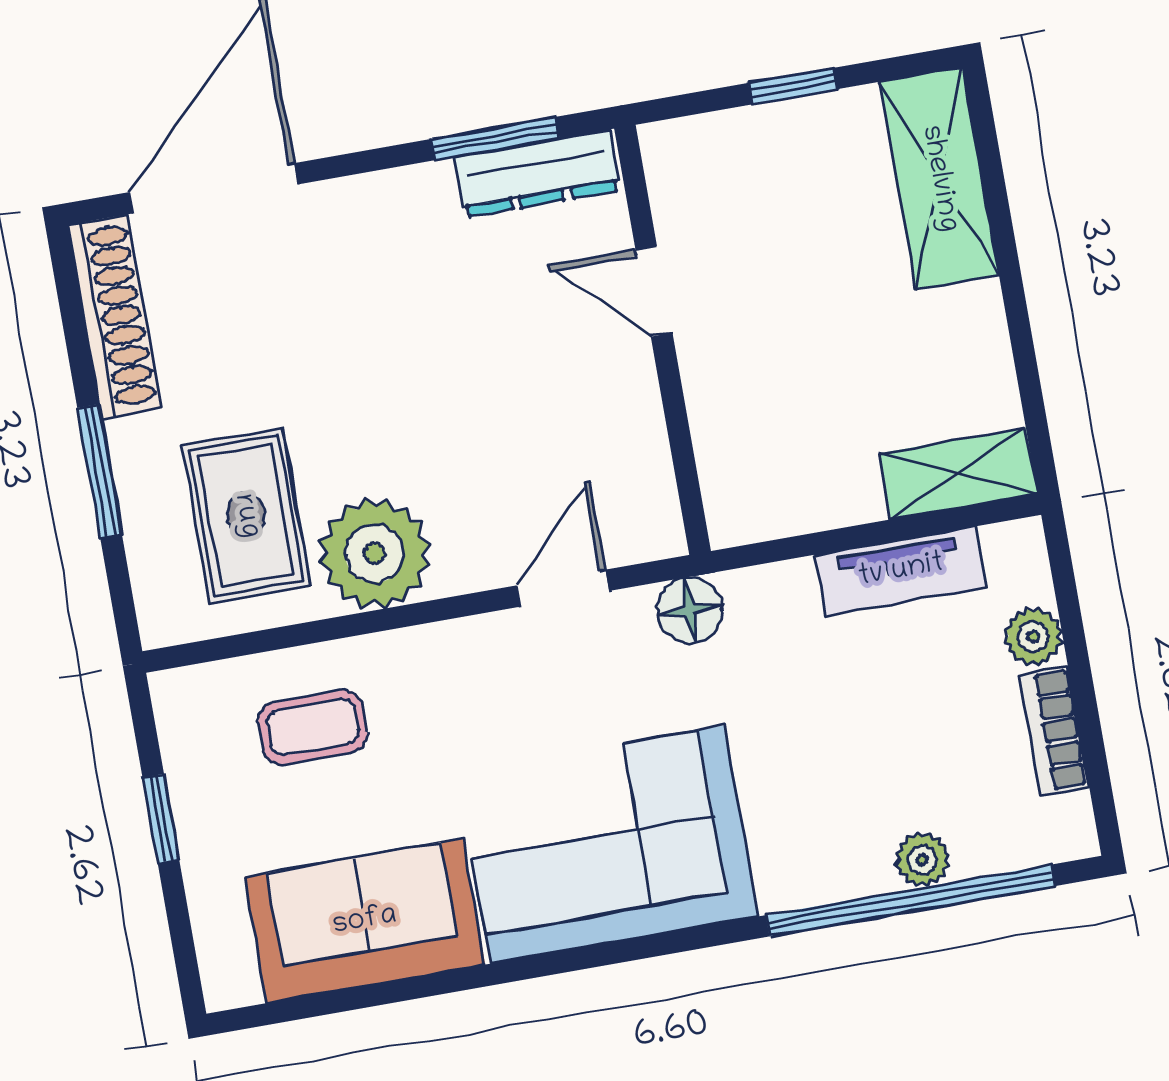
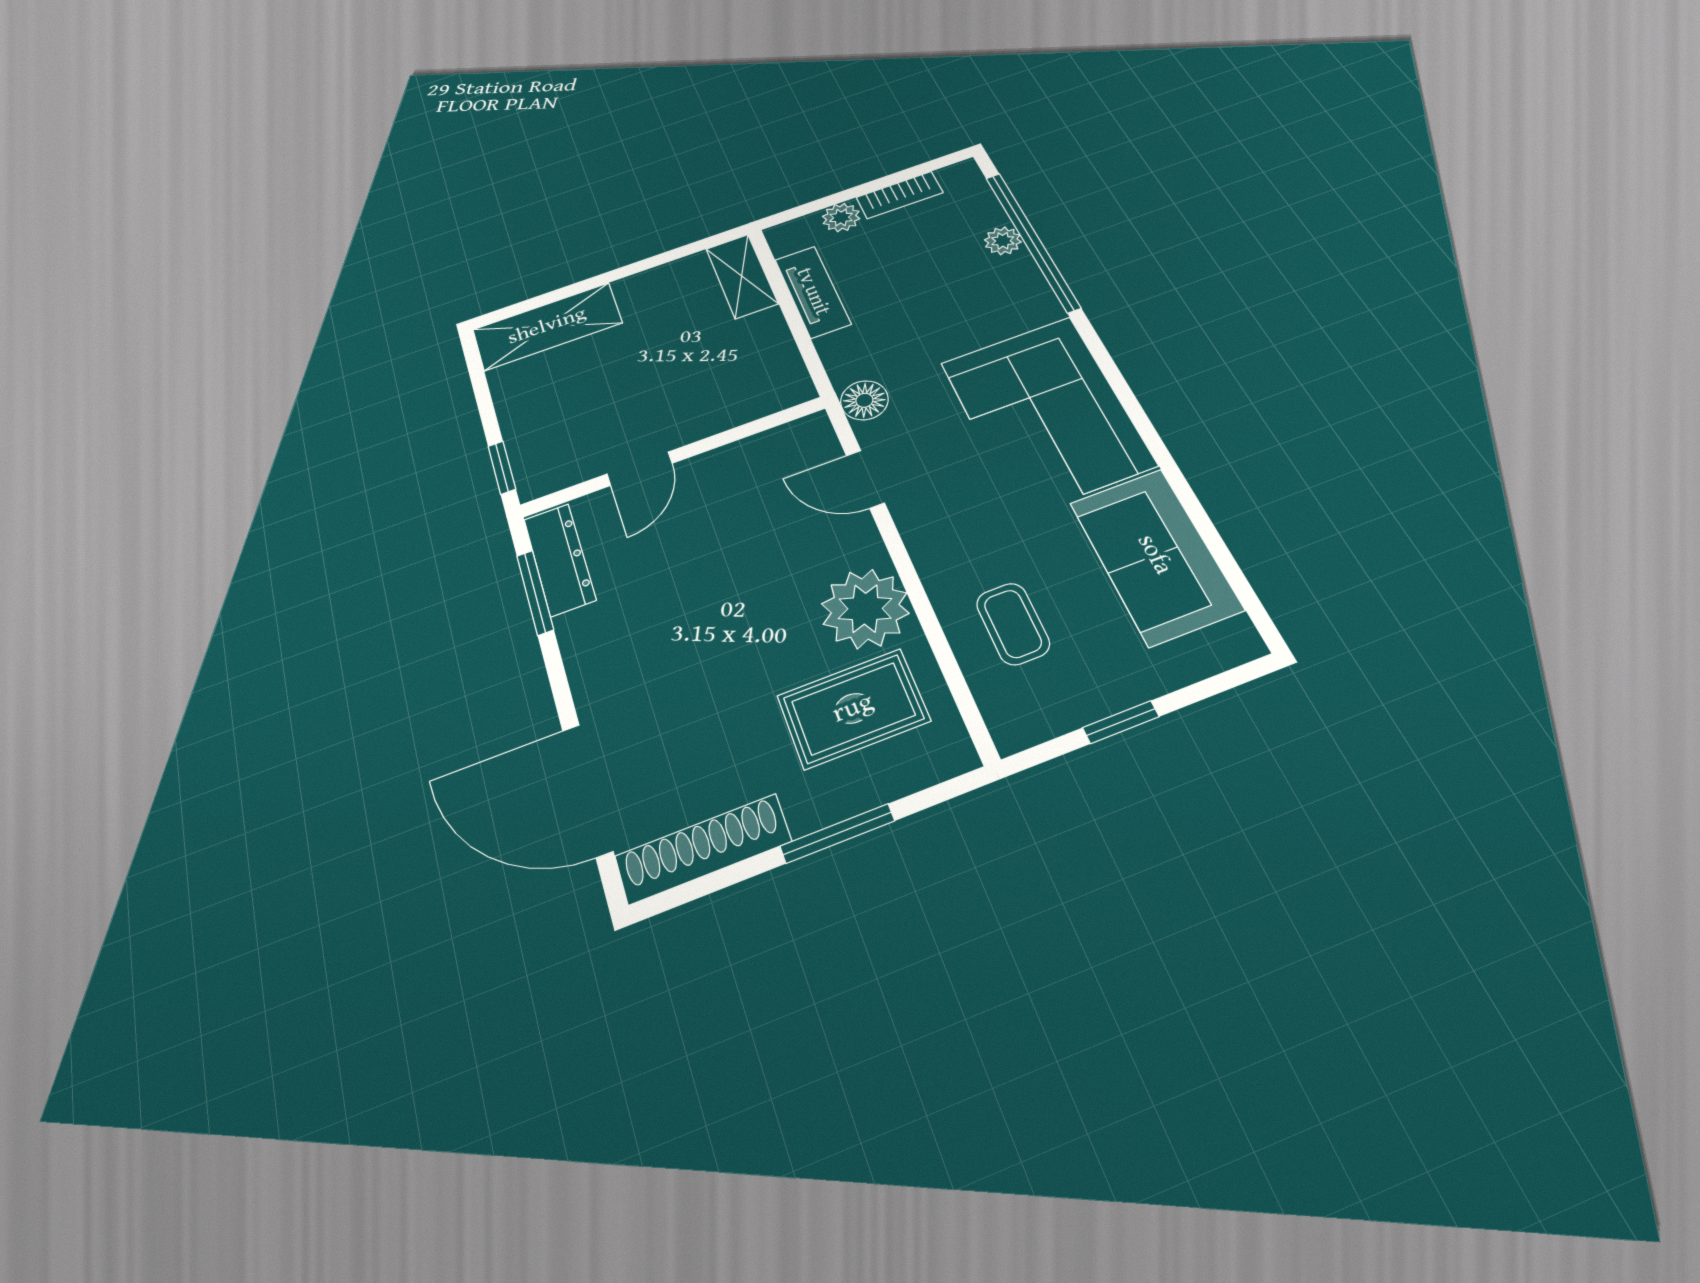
window: (793, 86) -> (502, 468), moved

